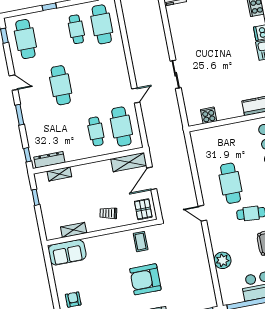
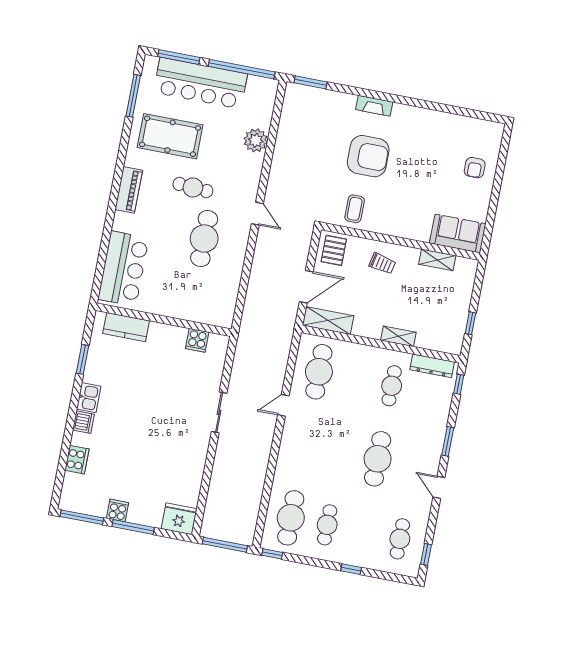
cafe table: (25, 39) -> (400, 539), width x0.73, depth x0.74
cafe table: (96, 131) -> (392, 386), moved
shelving: (59, 174) -> (398, 336), moved

